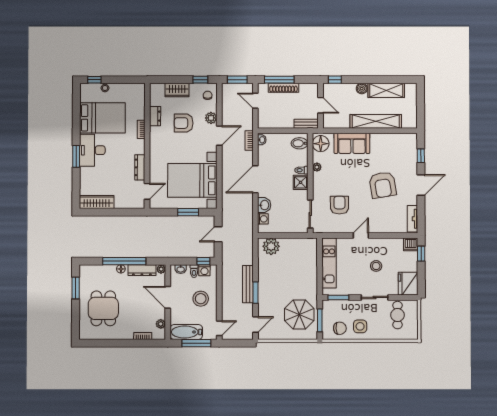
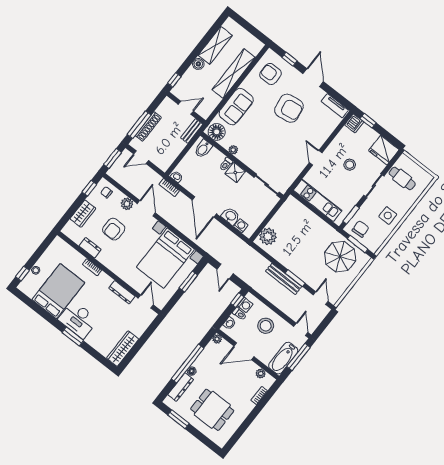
armchair: (339, 205) -> (271, 74), moved
dresser: (142, 270) -> (181, 387), moved
chair: (340, 328) -> (360, 229), moved

